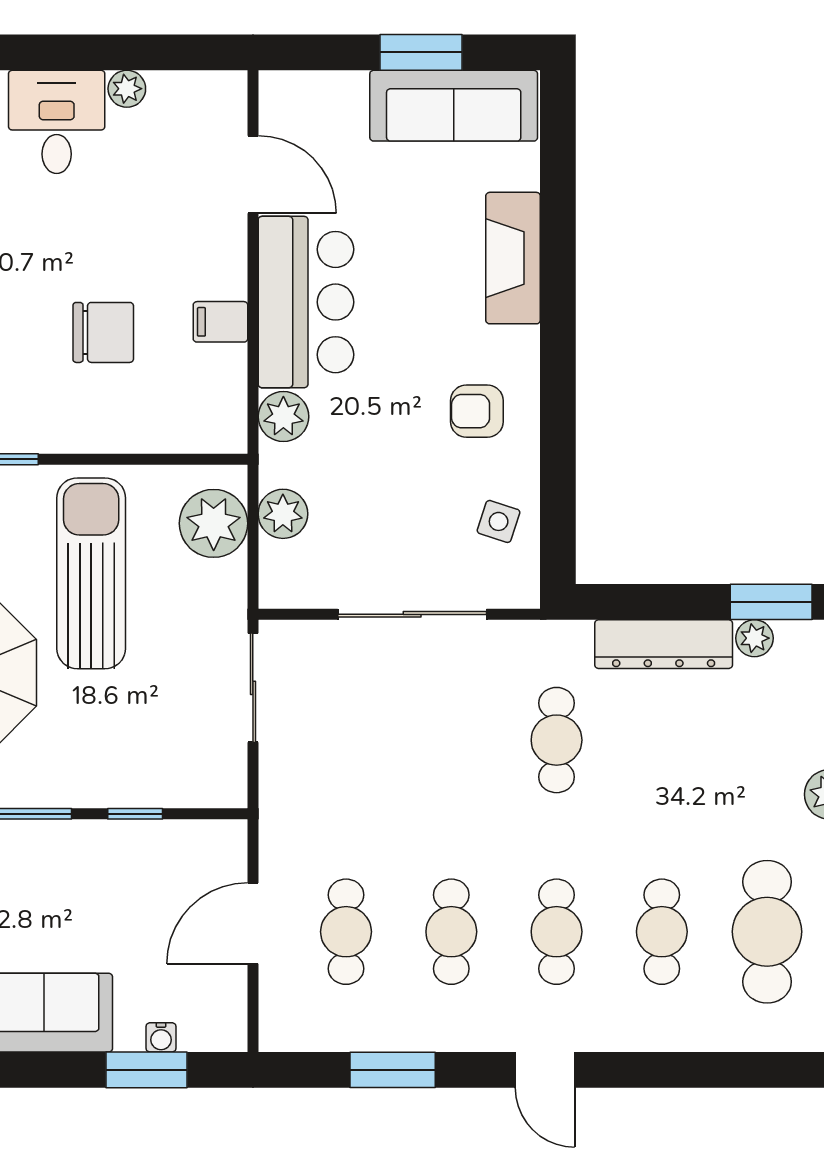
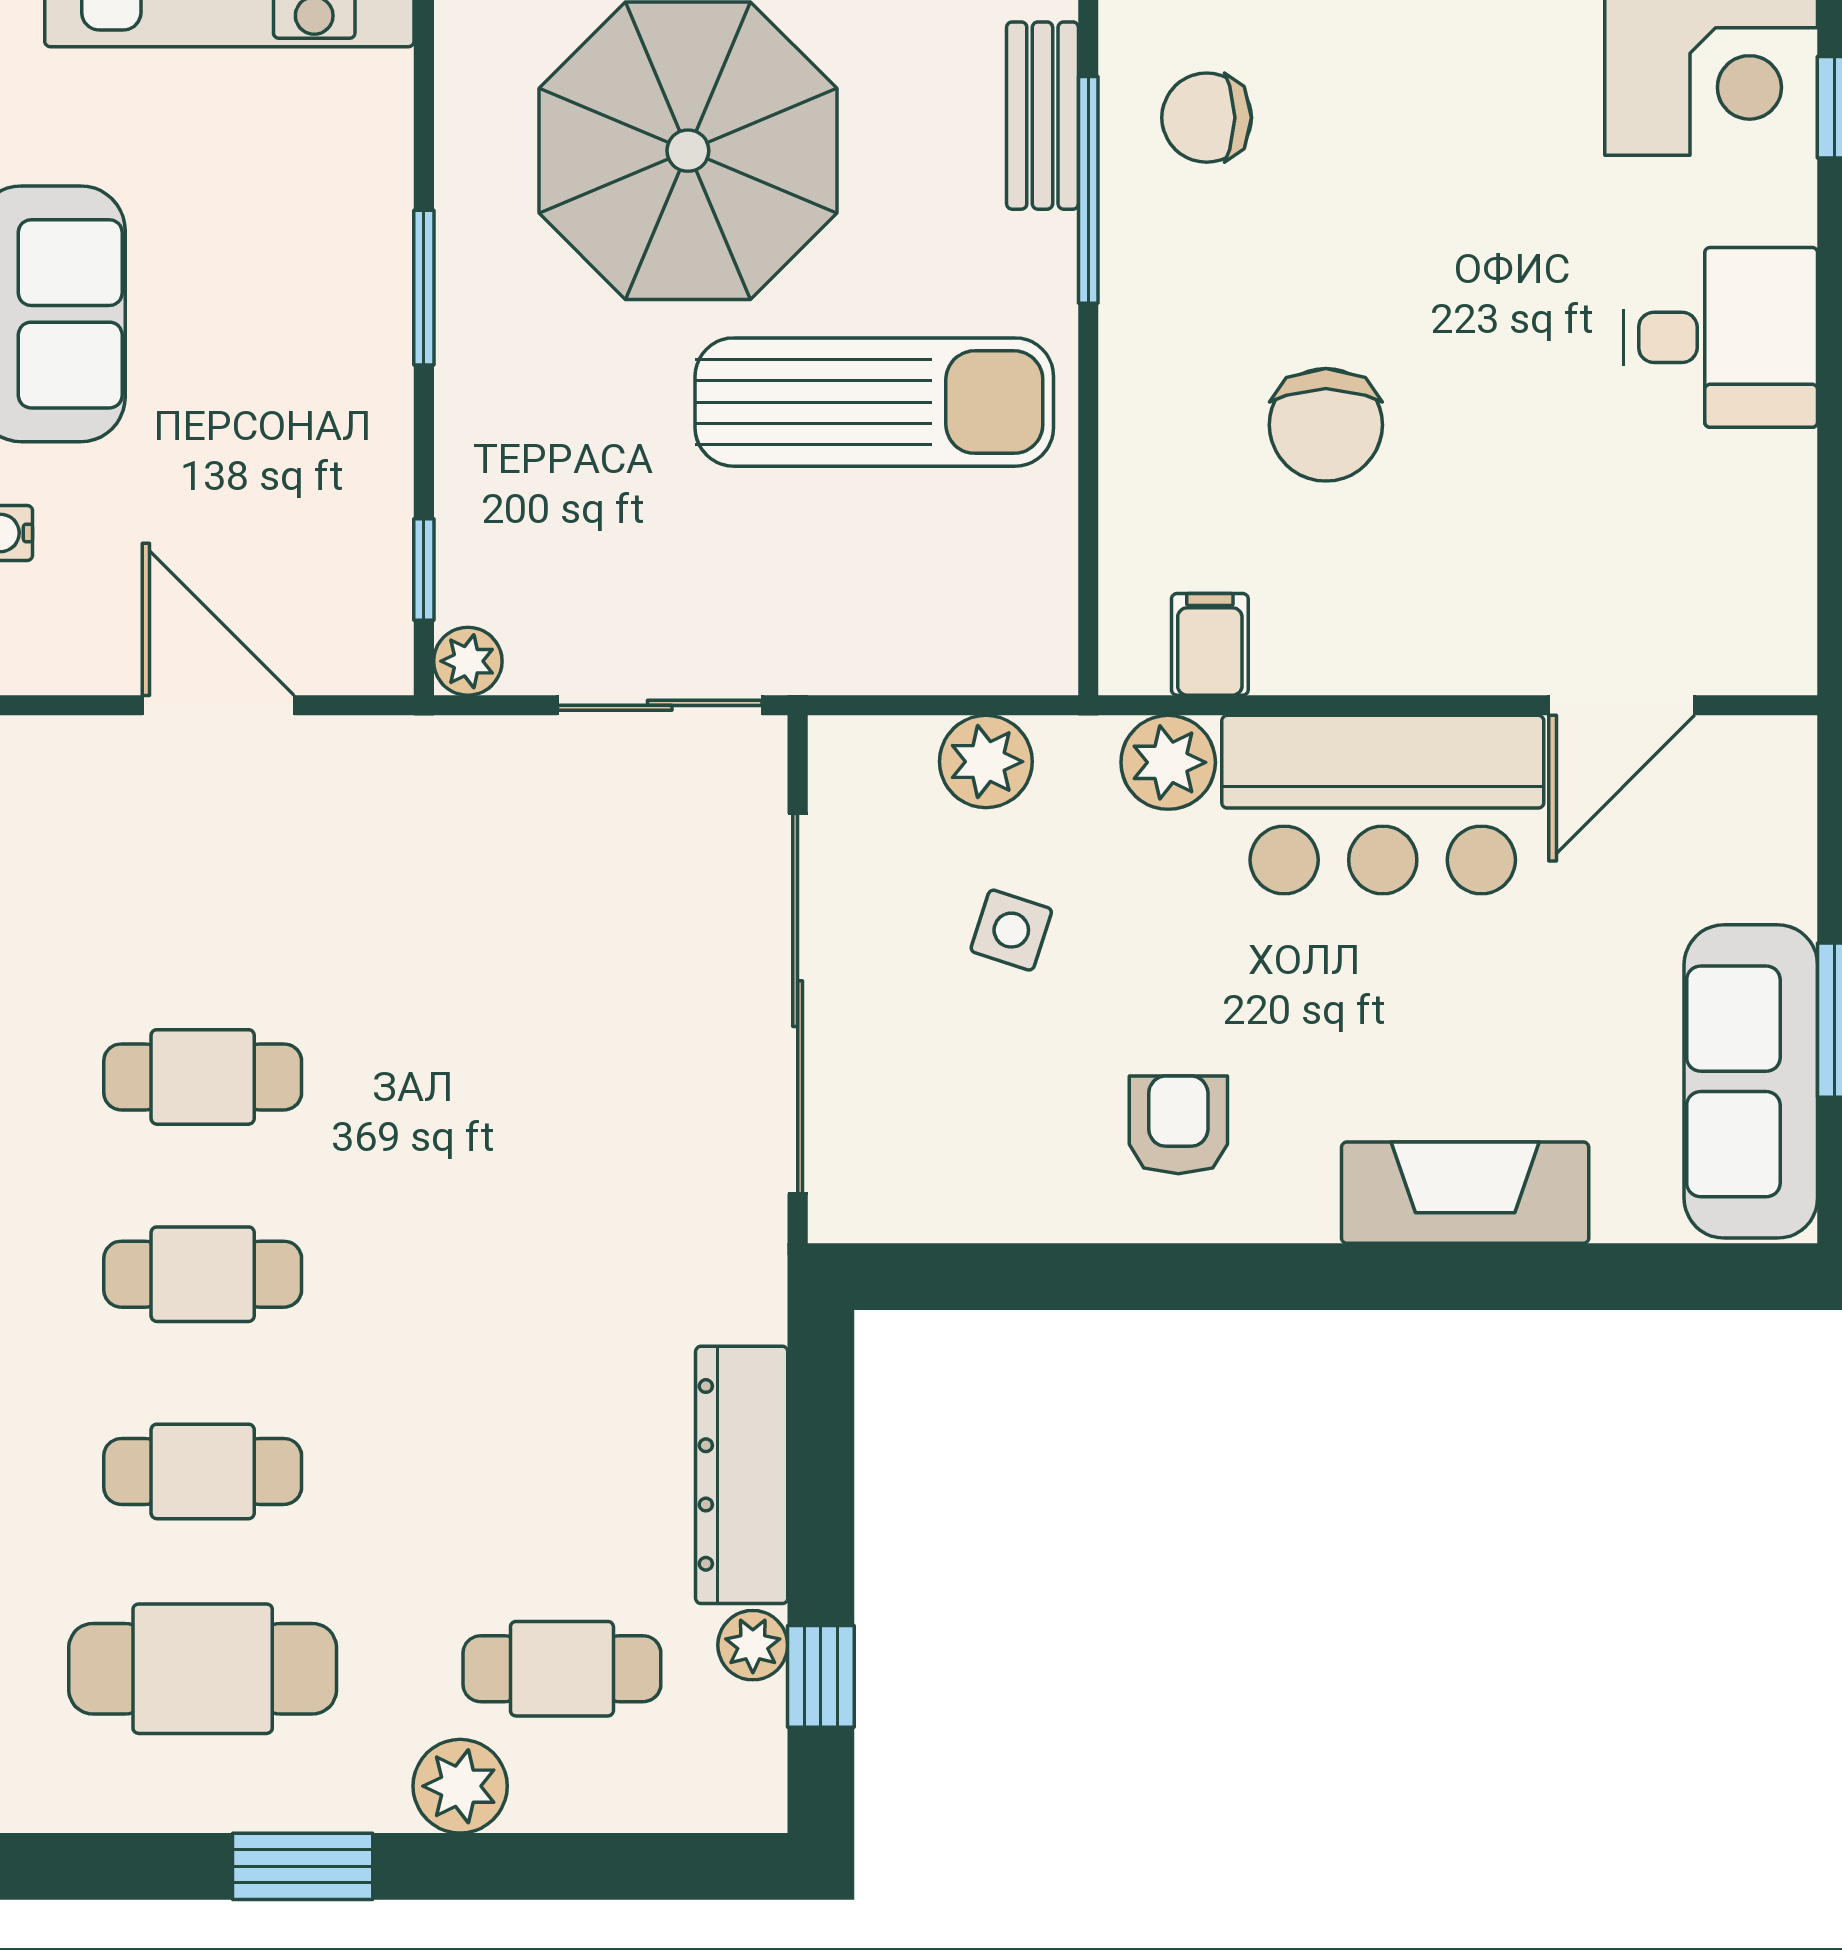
plant: (127, 89) -> (1783, 469), removed
filing cabinet: (220, 322) -> (1210, 644), moved
side table: (499, 521) -> (1011, 930), moved
plant: (214, 523) -> (468, 661), moved, width x0.53, depth x0.53
window: (771, 602) -> (821, 1676), width x0.67
sliding door: (412, 614) -> (798, 1004), width x1.36
cafe table: (557, 740) -> (562, 1669), moved
window: (135, 814) -> (424, 570), moved
cafe table: (346, 932) -> (203, 880), removed

